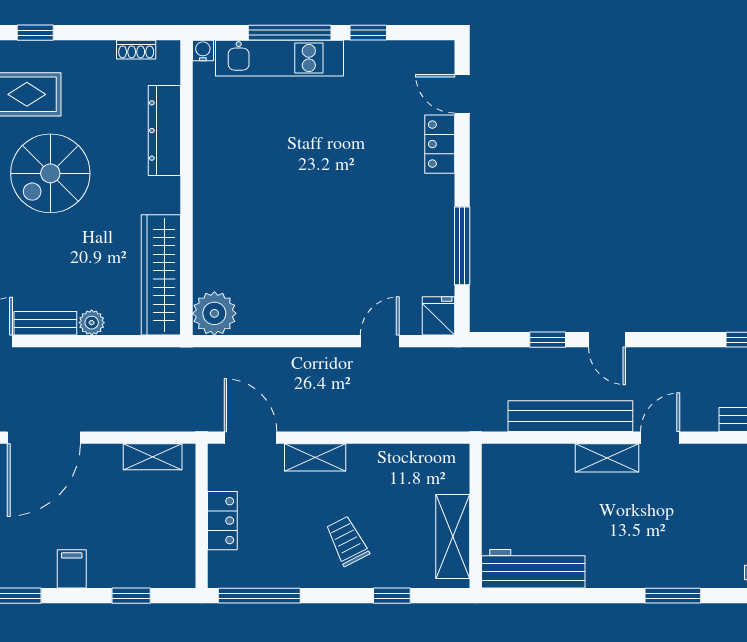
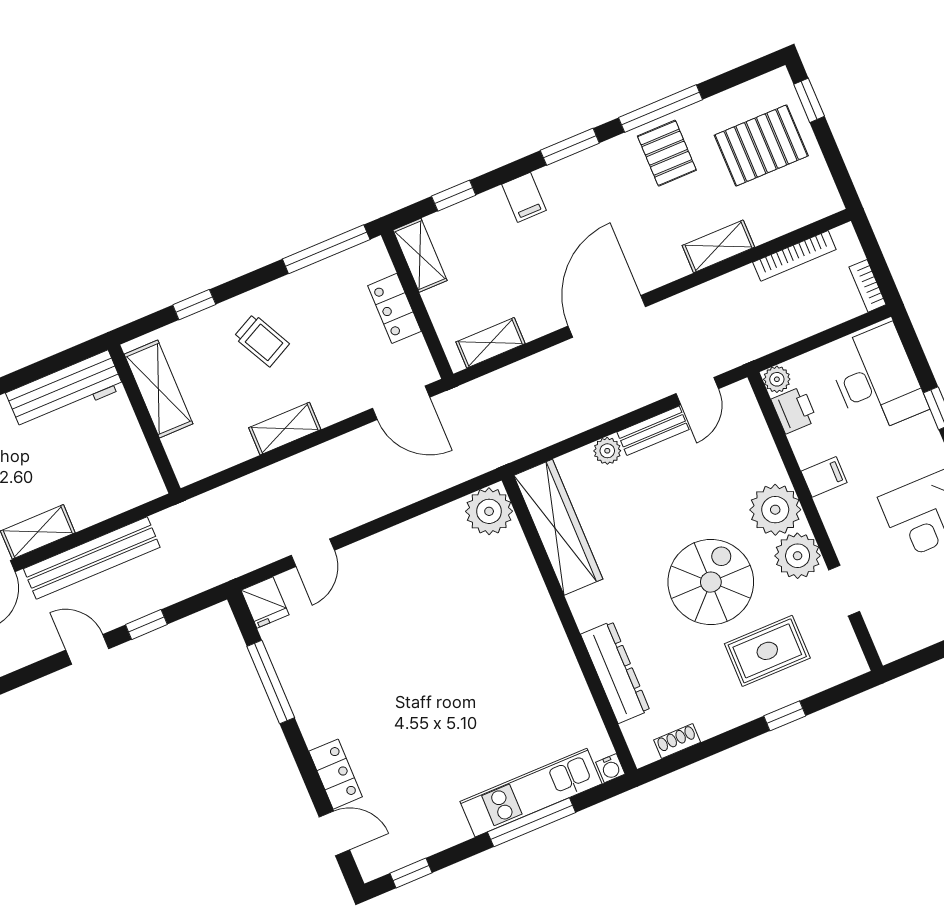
window: (368, 33) -> (411, 873), moved
shelving: (315, 457) -> (285, 429), moved
shelving: (181, 557) -> (420, 255), added

